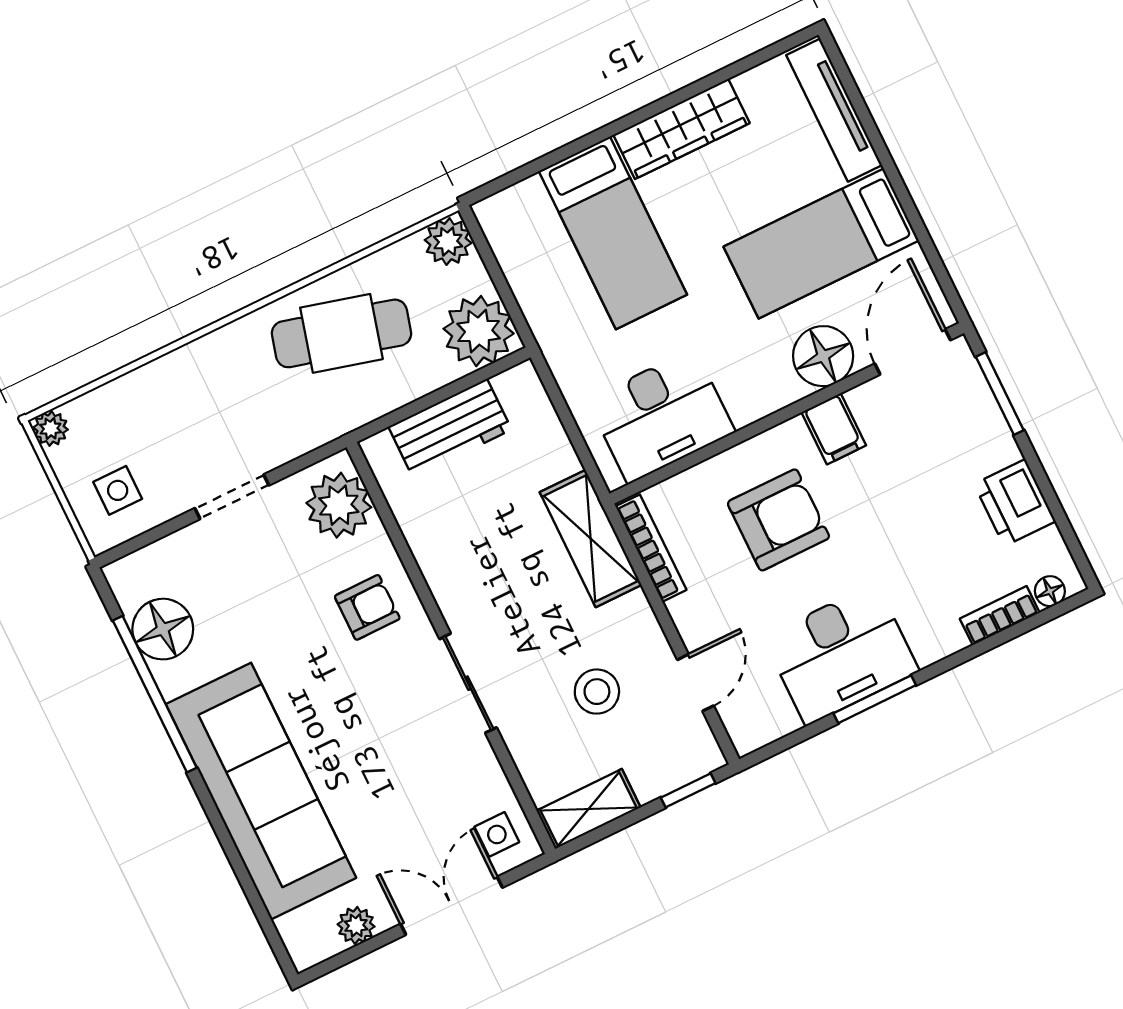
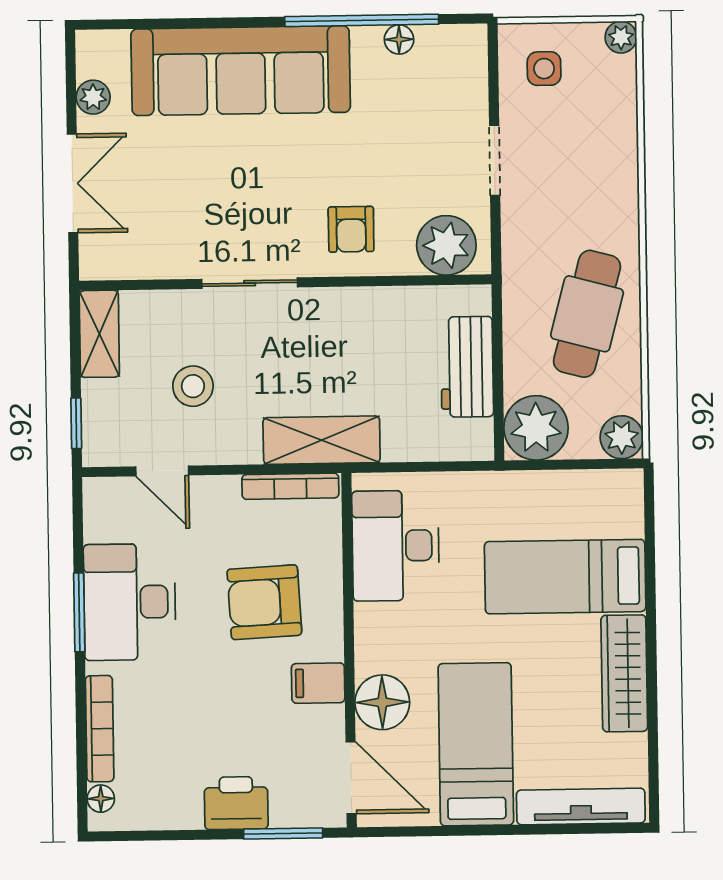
printer: (1015, 503) -> (236, 803), moved
armchair: (778, 520) -> (264, 602), turned 87
bookcase: (1000, 616) -> (100, 729), width x1.56
floor lamp: (163, 629) -> (399, 39), width x0.53, depth x0.53
side table: (497, 834) -> (114, 248), removed

